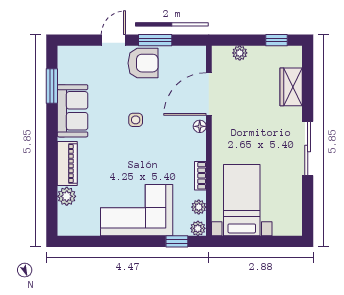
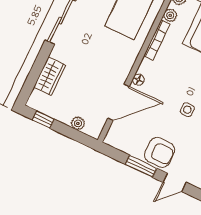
armchair: (143, 63) -> (160, 152), turned 180
bookcase: (200, 176) -> (157, 40), width x1.56

